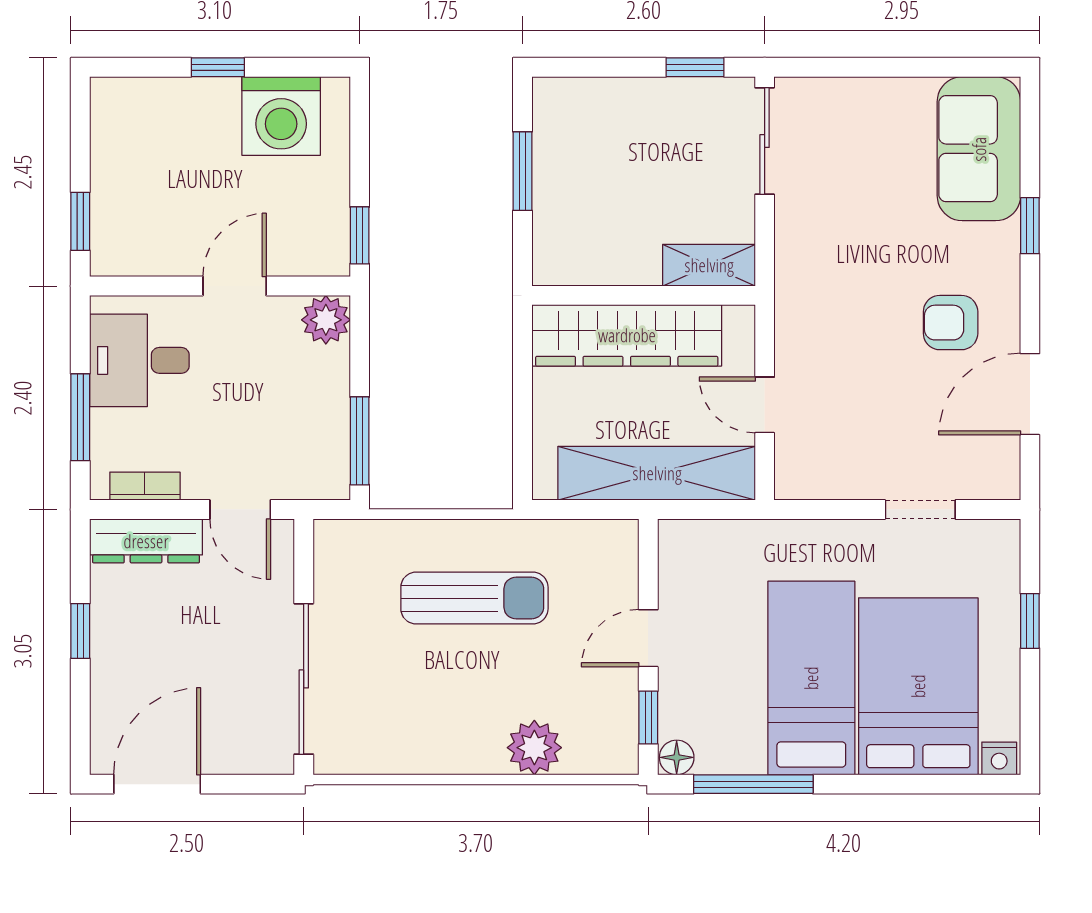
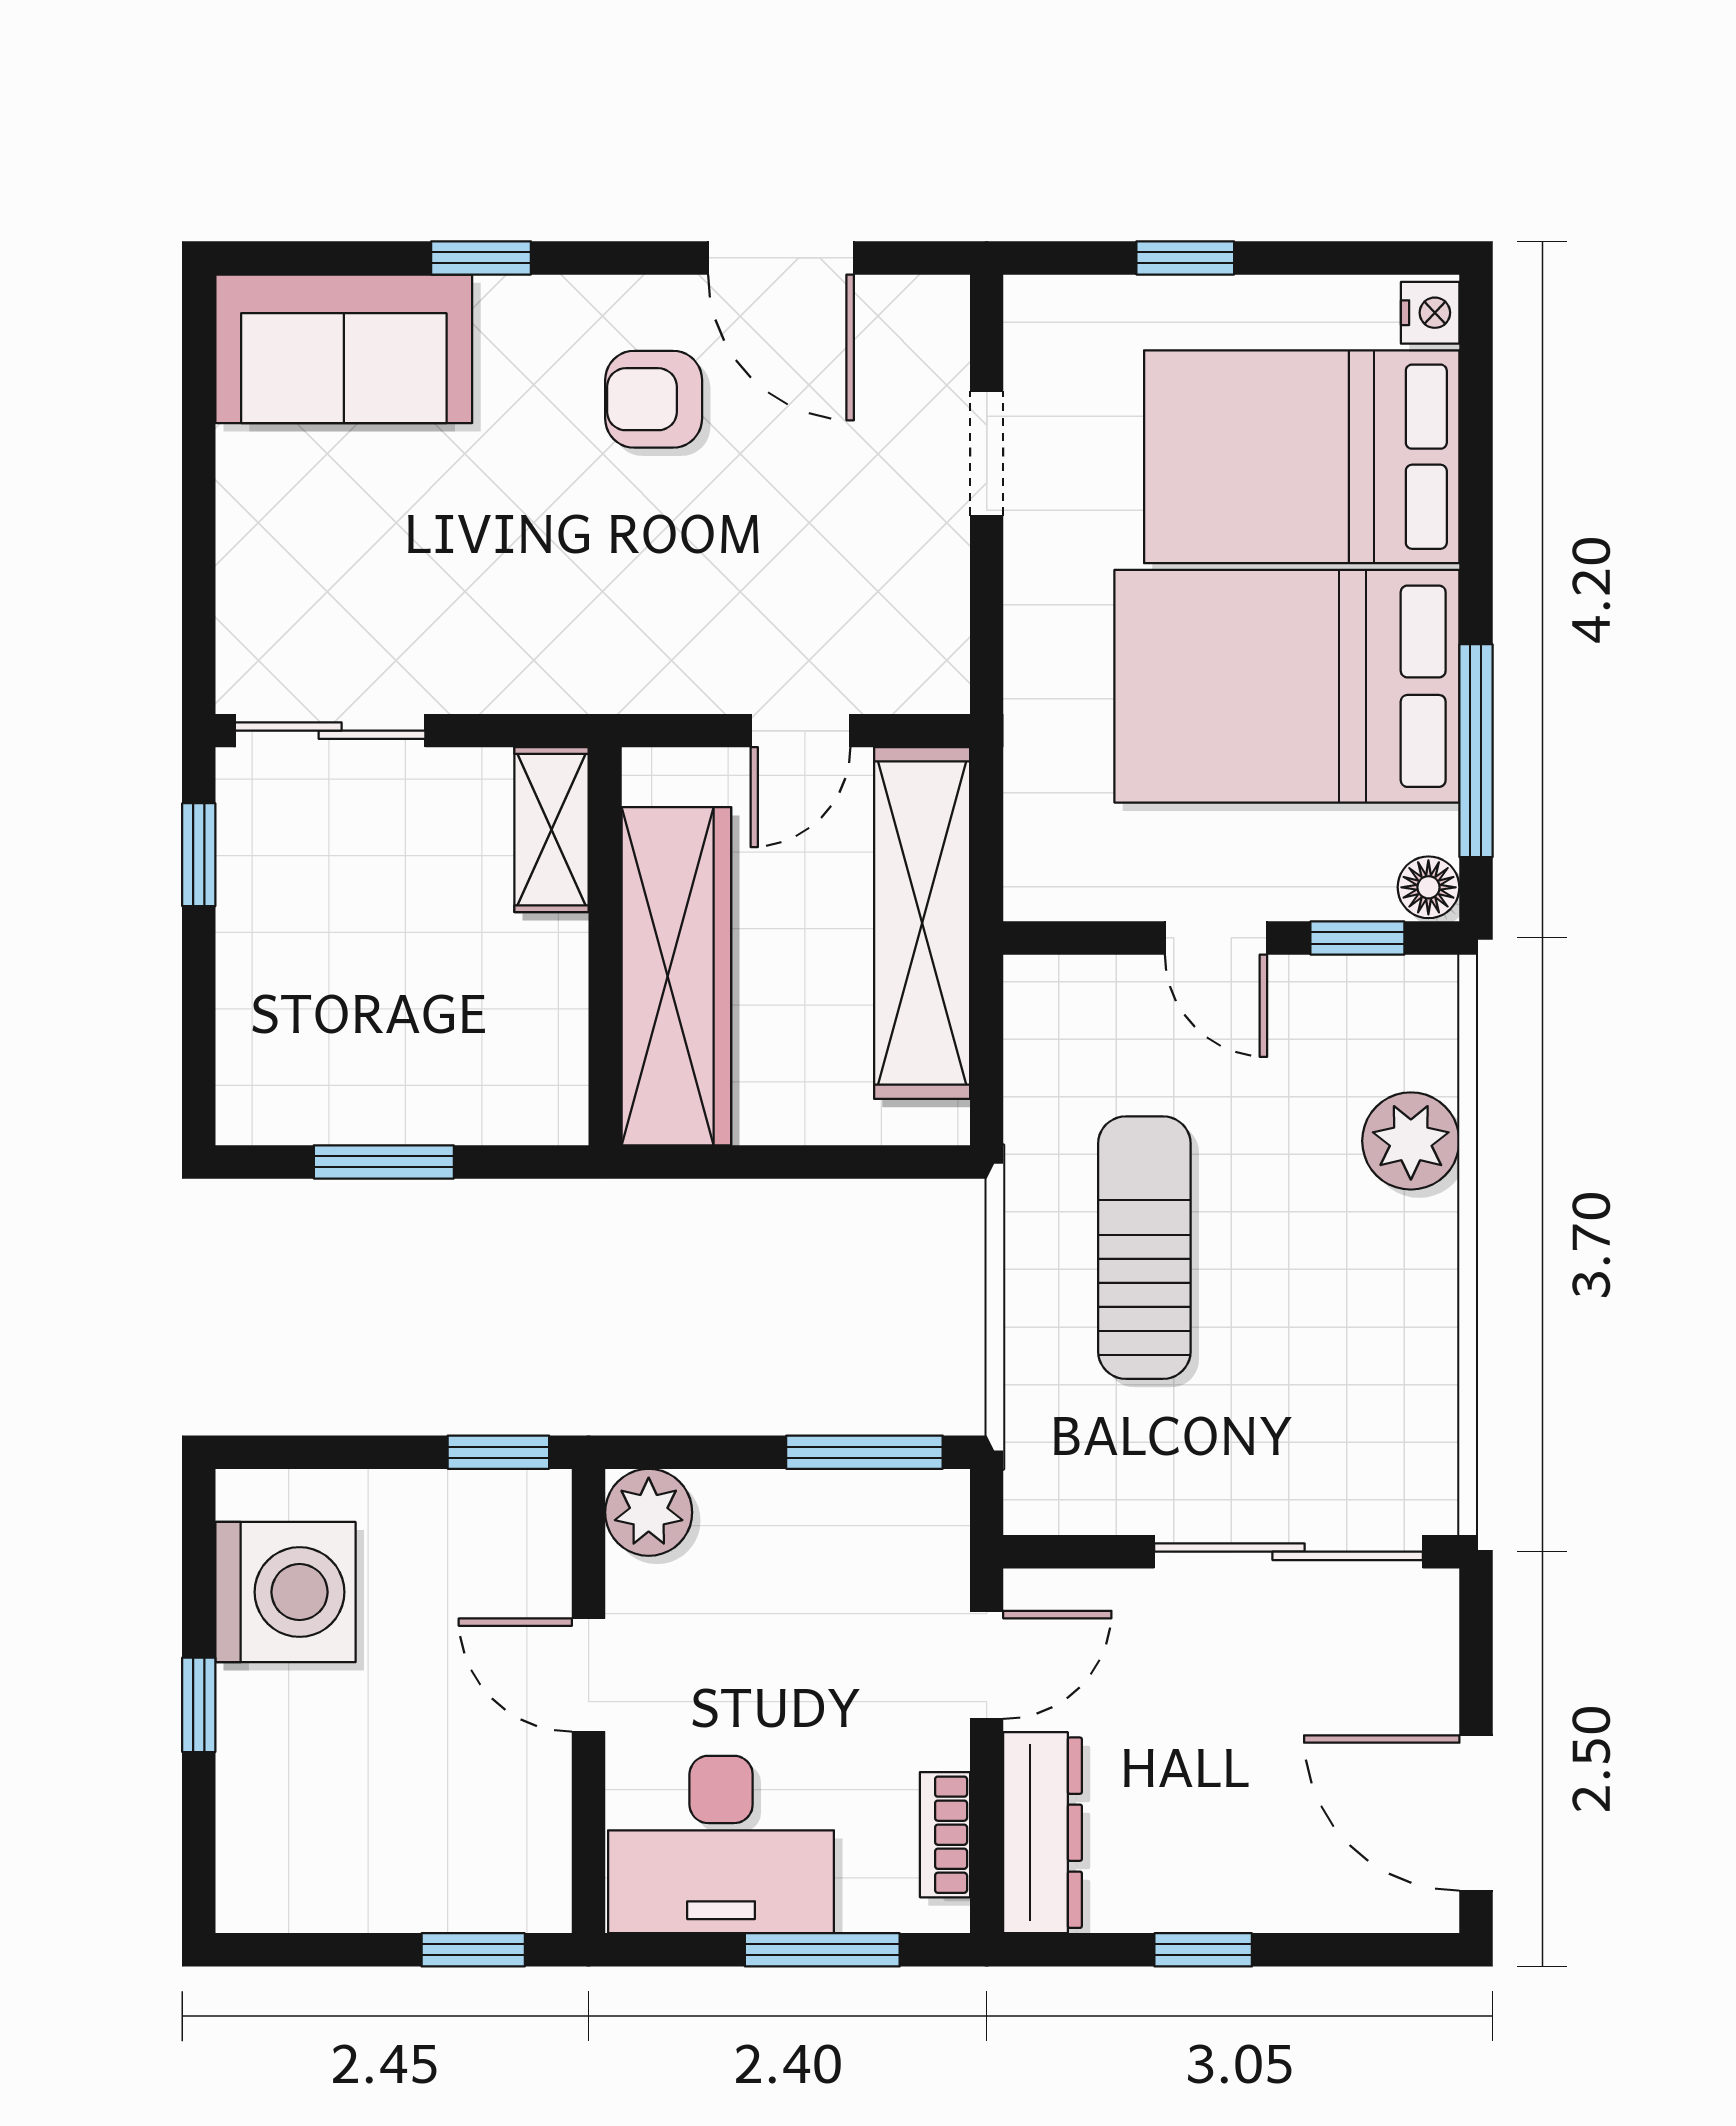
armchair: (951, 323) -> (654, 399), turned 90
desk: (139, 360) -> (721, 1844), width x1.37
bed: (811, 678) -> (1287, 686), width x1.50

